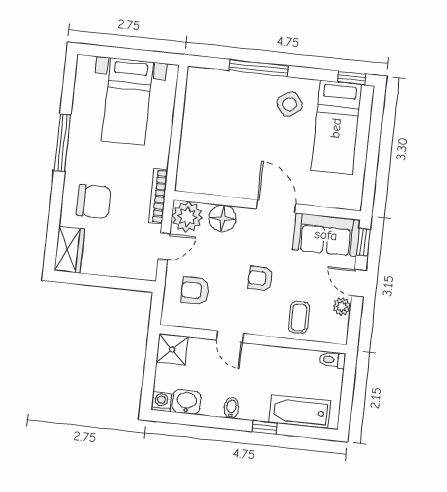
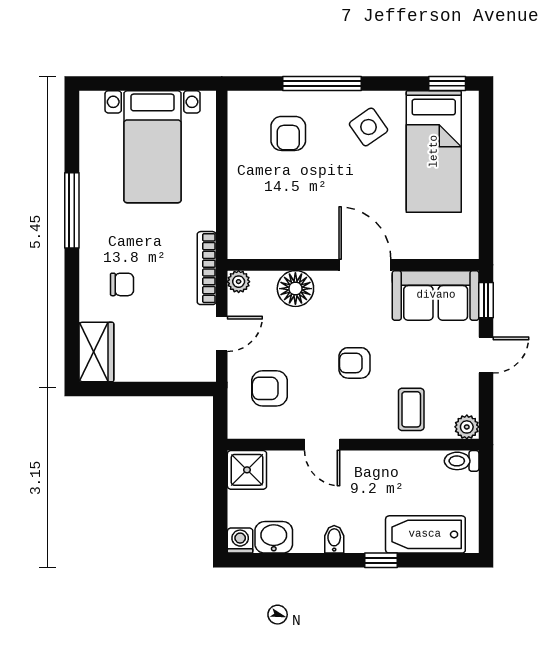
armchair: (229, 103) -> (288, 133), added
chair: (94, 202) -> (122, 284), width x0.54, depth x0.54
plant: (187, 217) -> (239, 282), width x0.53, depth x0.53
door: (359, 283) -> (486, 355), swing flipped
plant: (342, 307) -> (467, 427), moved

